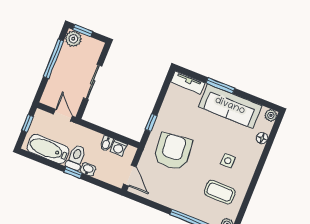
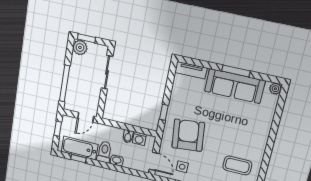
window: (53, 59) -> (65, 83), moved
sliding door: (93, 82) -> (107, 72), moved
window: (220, 86) -> (236, 71), moved
door: (63, 115) -> (86, 117), swing flipped
floor lamp: (262, 138) -> (270, 111), removed
side table: (228, 161) -> (182, 167), moved
window: (73, 173) -> (78, 159), moved

